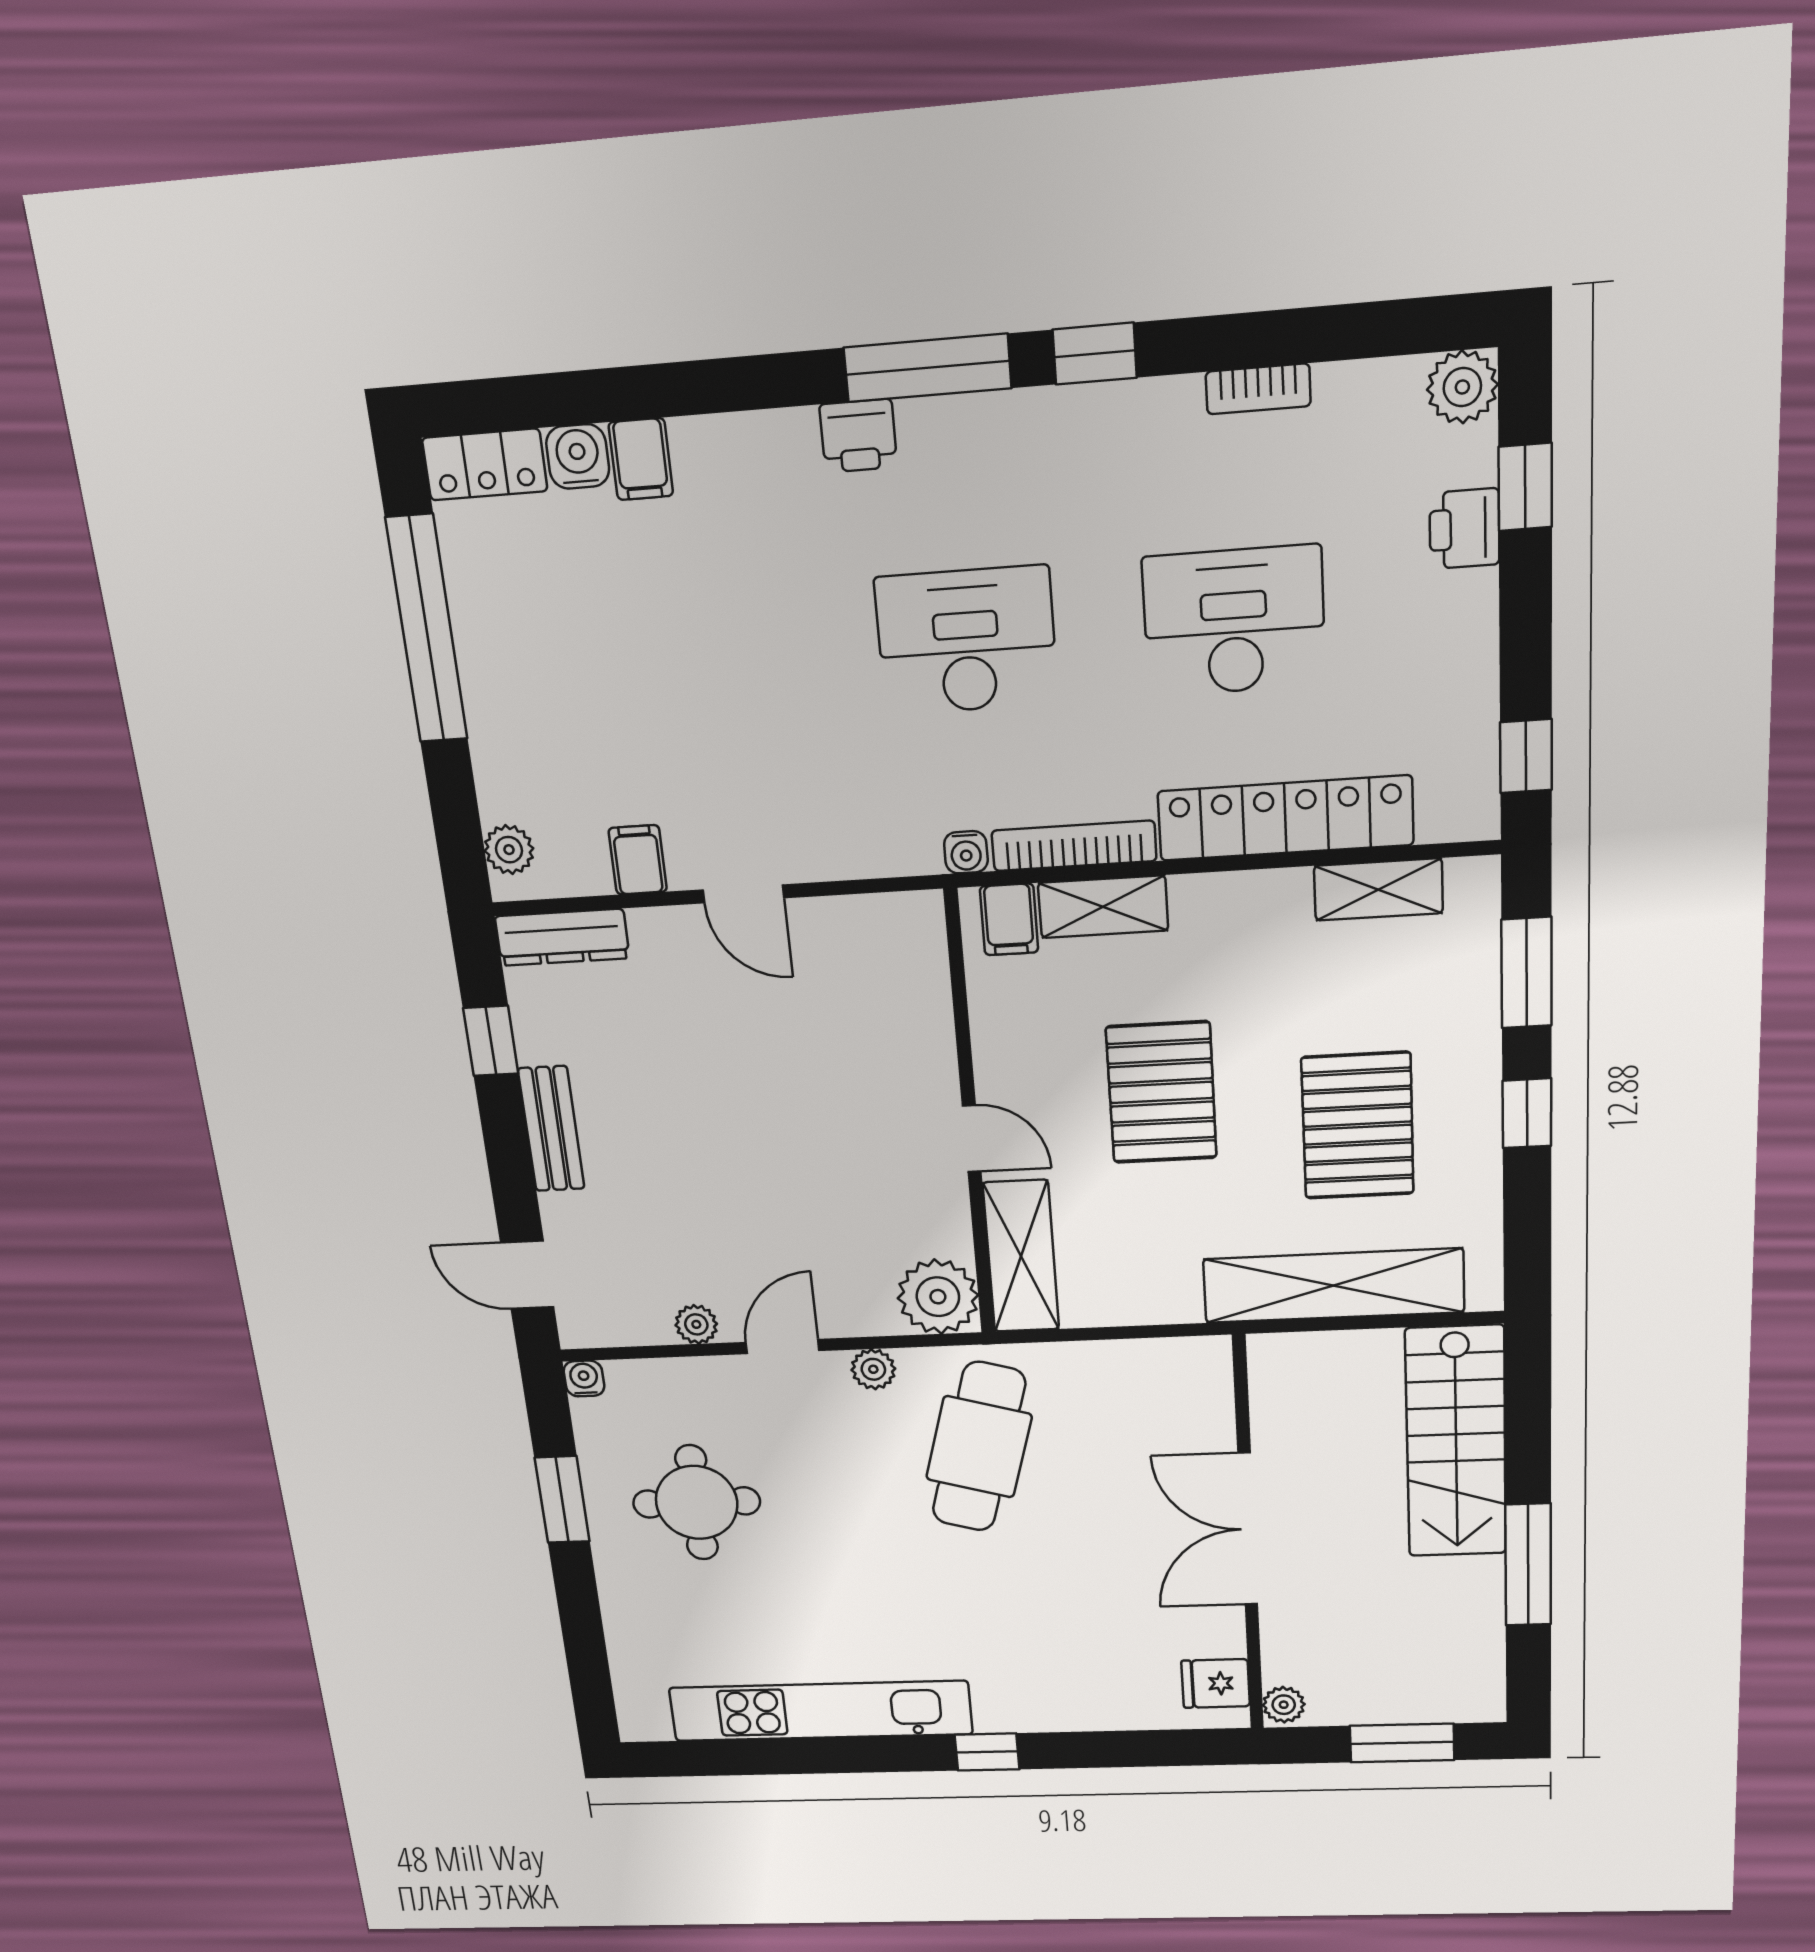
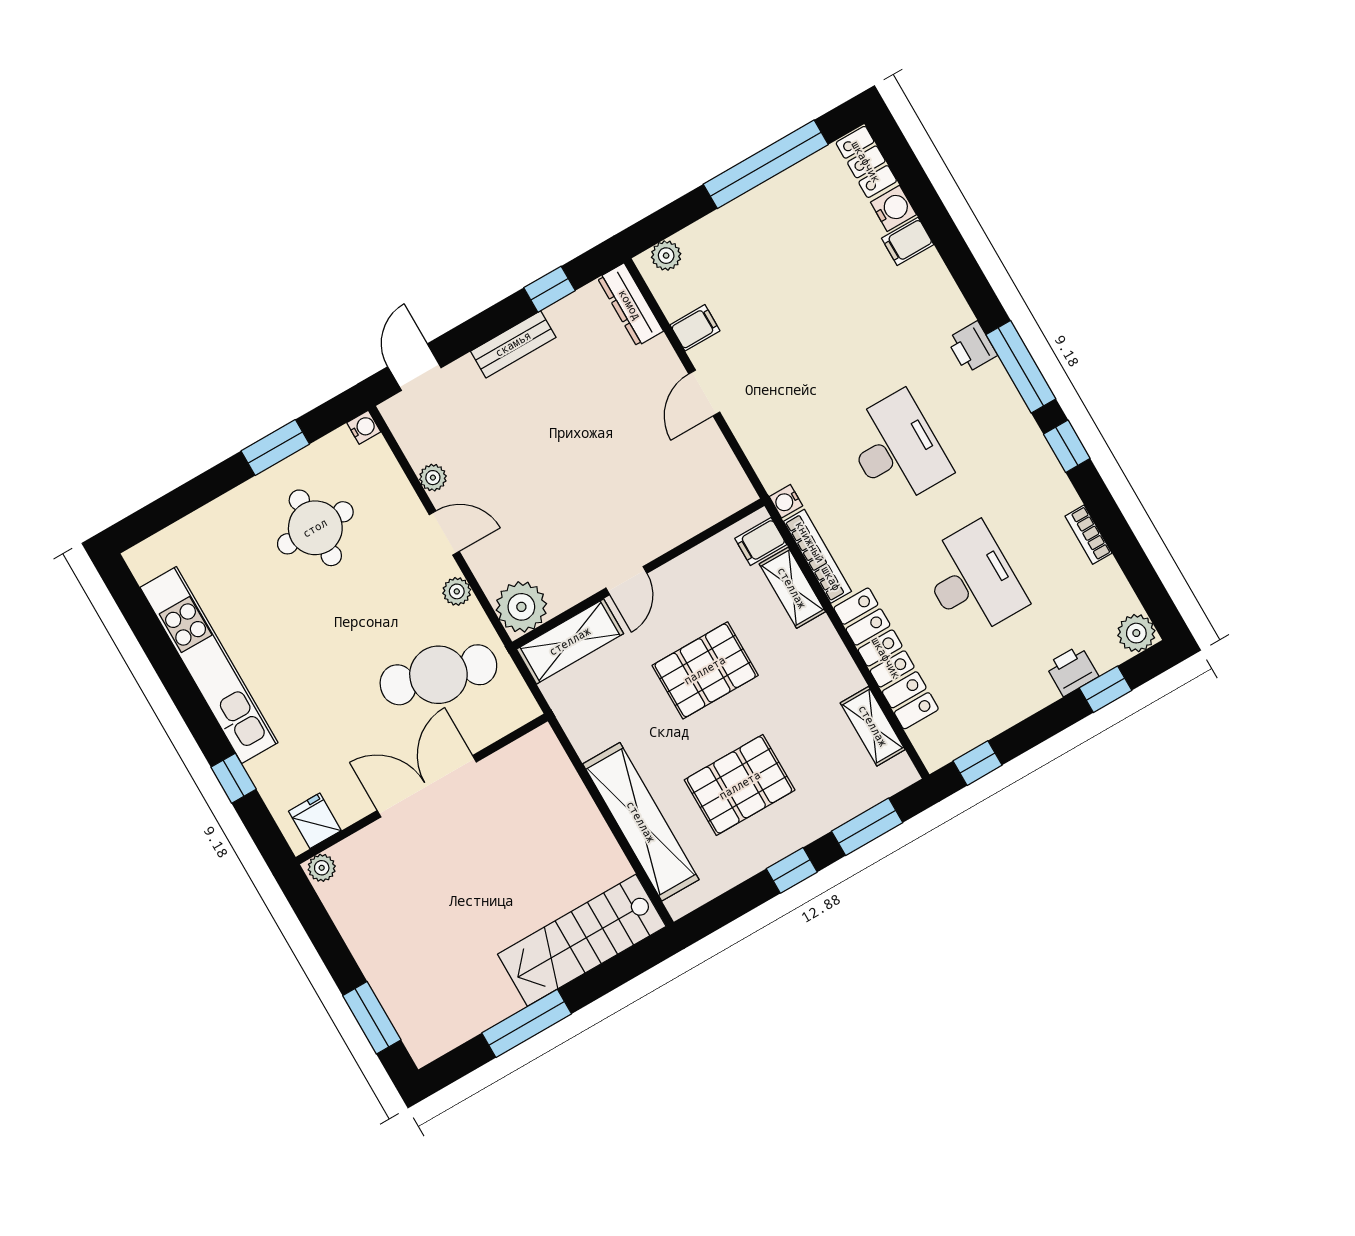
double door: (1248, 1529) -> (427, 786), moved
wall: (1248, 1537) -> (422, 789), moved
fridge: (1216, 1683) -> (315, 821), moved
plant: (1284, 1705) -> (322, 868), moved

